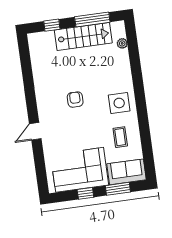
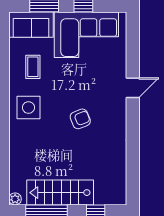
plant: (122, 43) -> (15, 199), moved
armchair: (75, 100) -> (80, 119), turned -112

